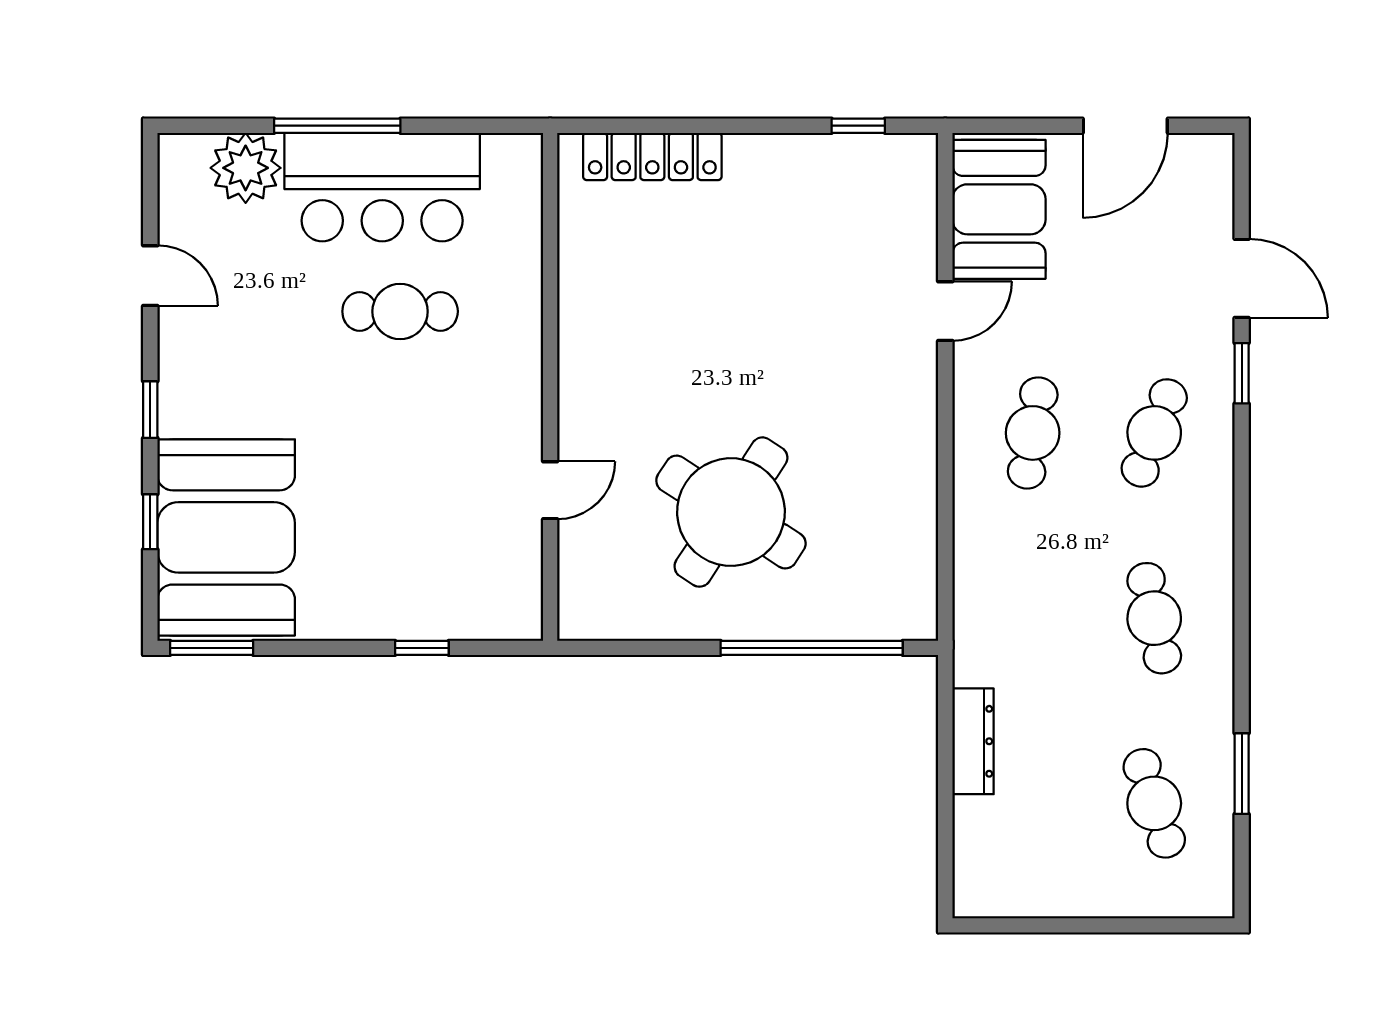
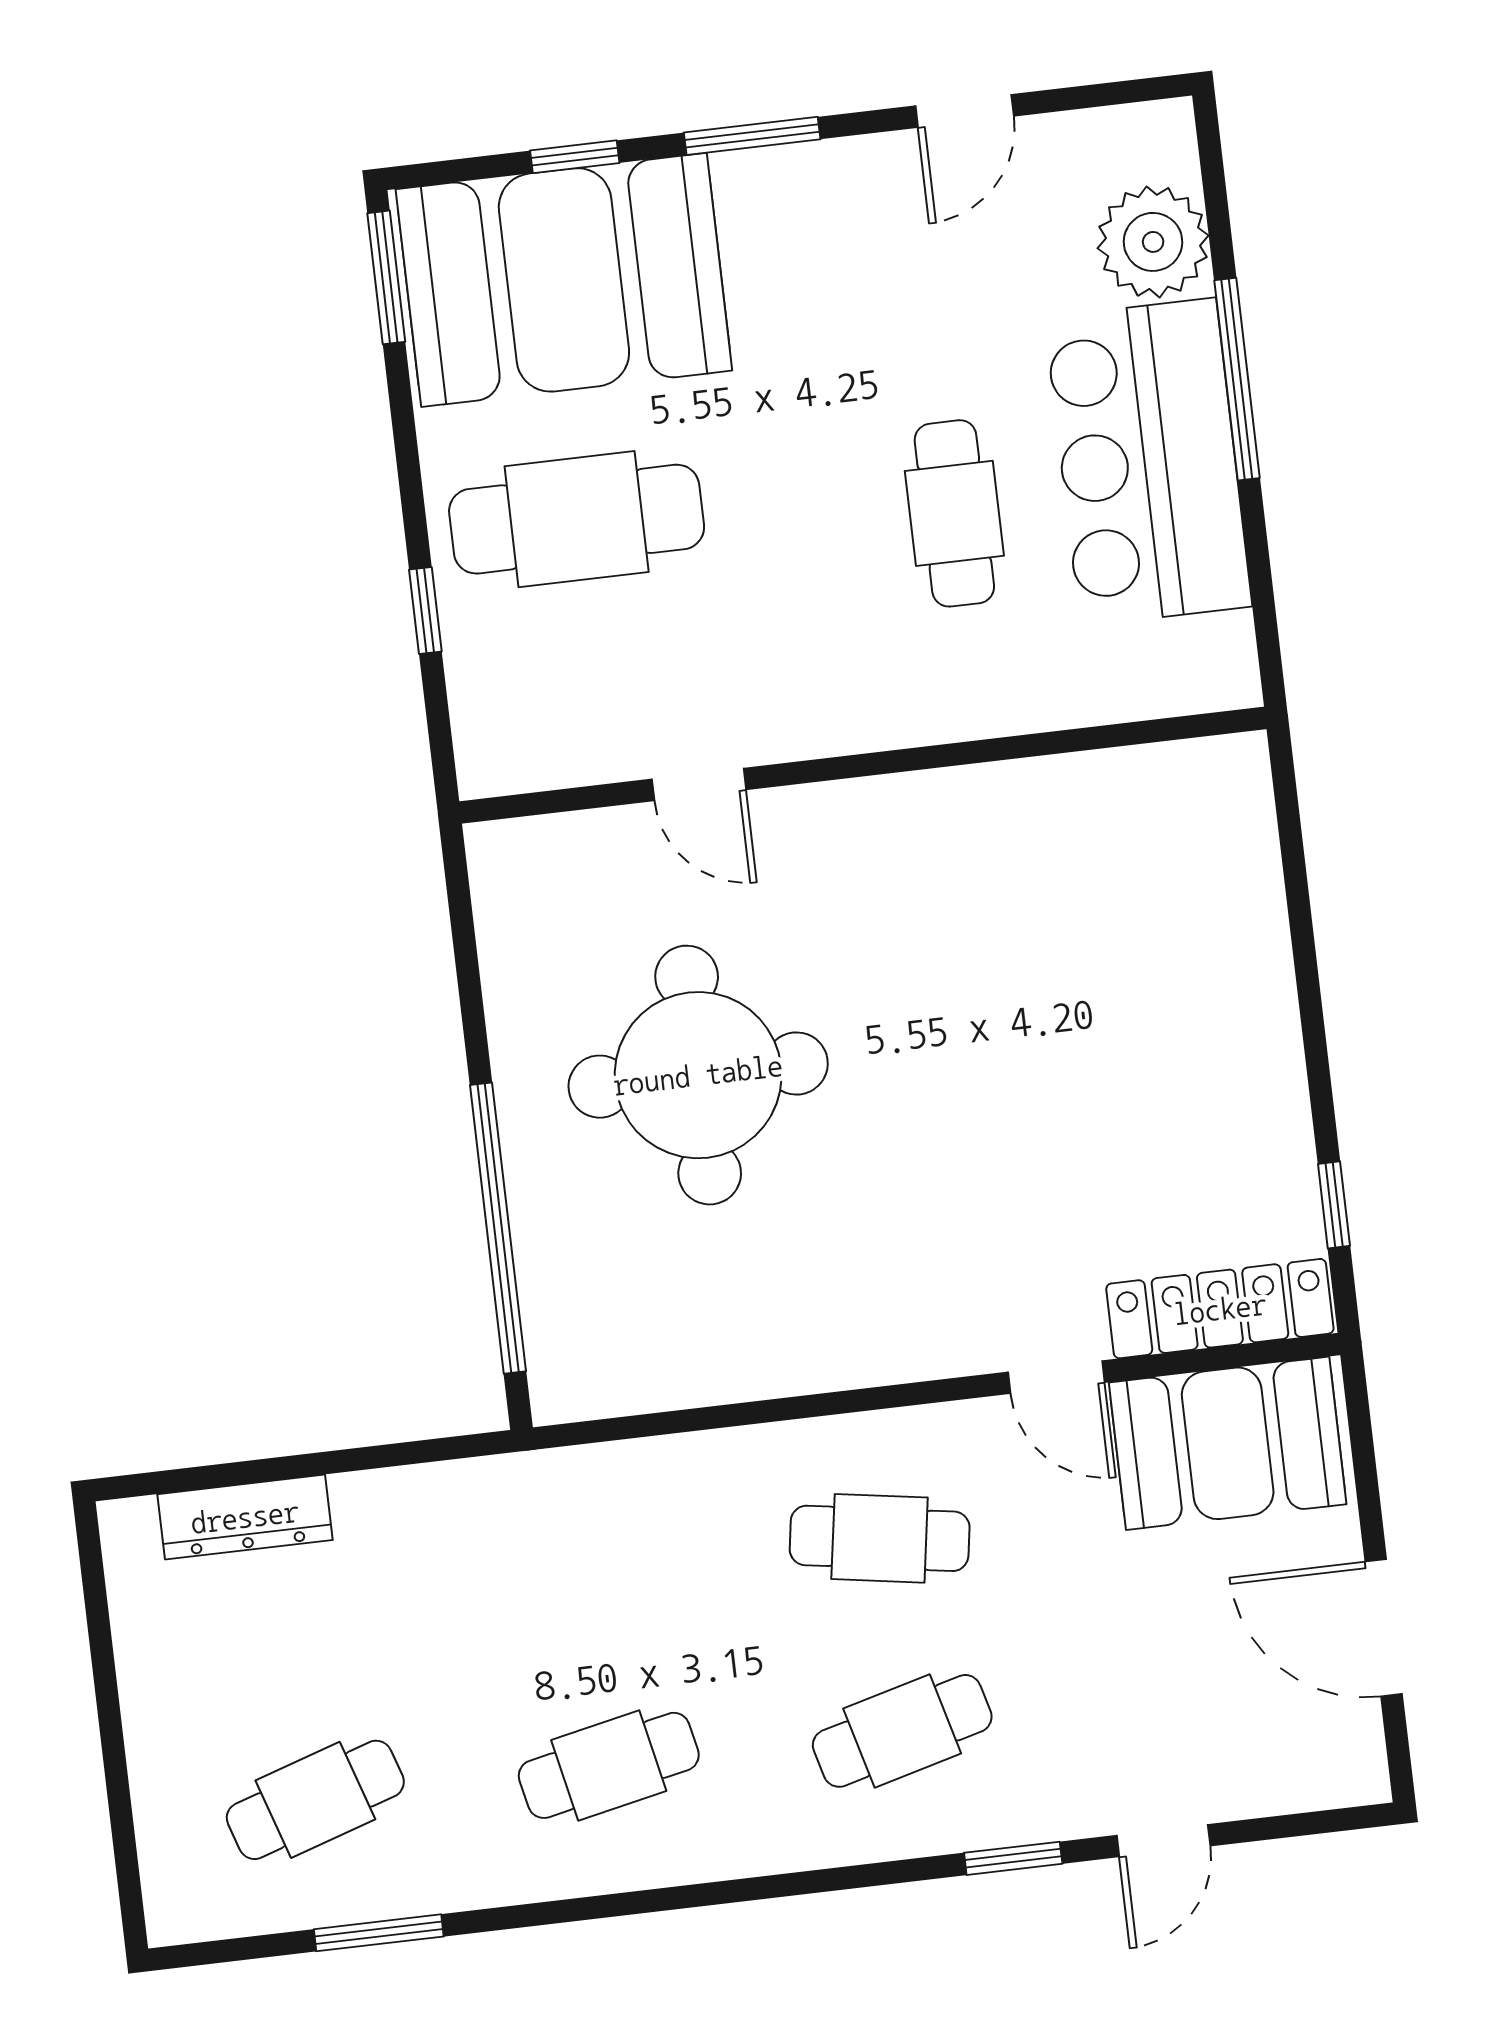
locker: (652, 156) -> (1220, 1309), moved, turned 90
door: (1242, 278) -> (1163, 1841), width x0.73
window: (150, 410) -> (752, 136), width x1.50
cafe table: (1154, 433) -> (902, 1731), turned -36
round table: (731, 512) -> (698, 1075), turned -33
cafe table: (376, 547) -> (577, 519), added
dresser: (973, 741) -> (245, 1517), moved

